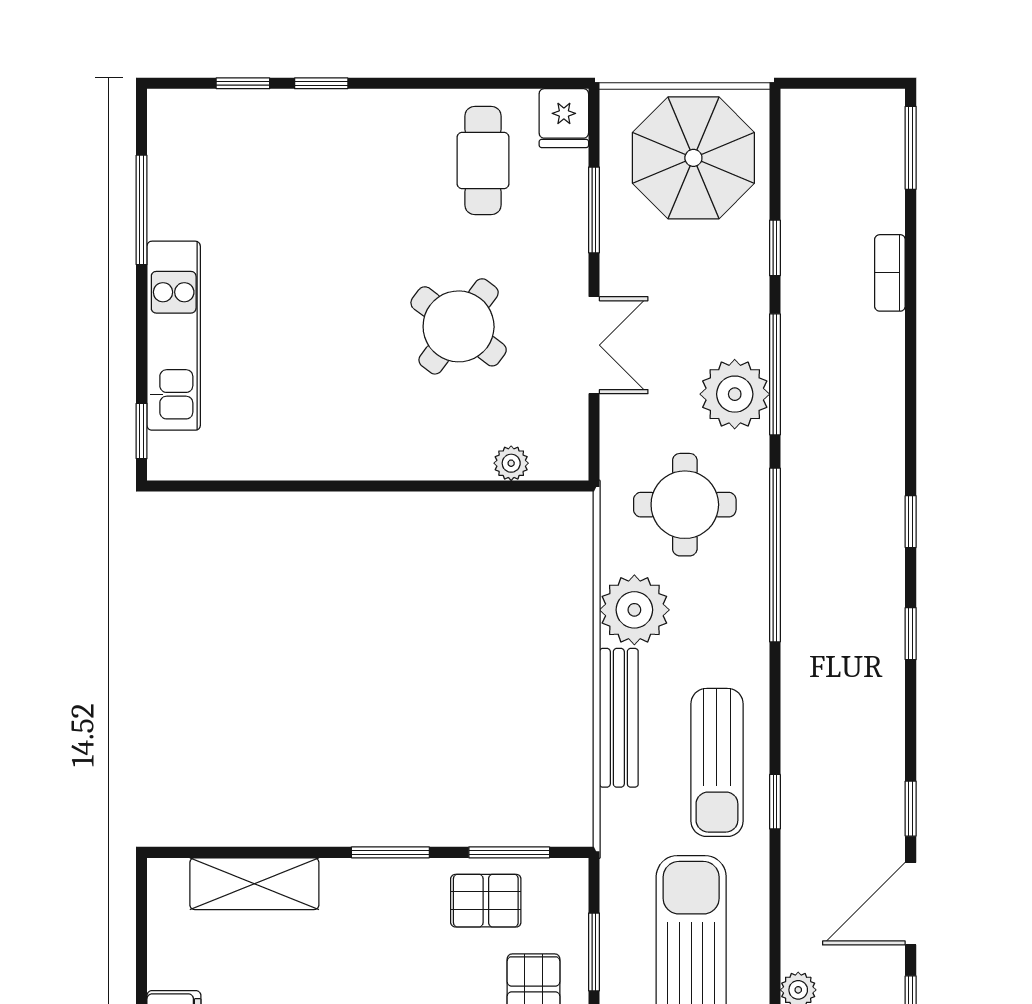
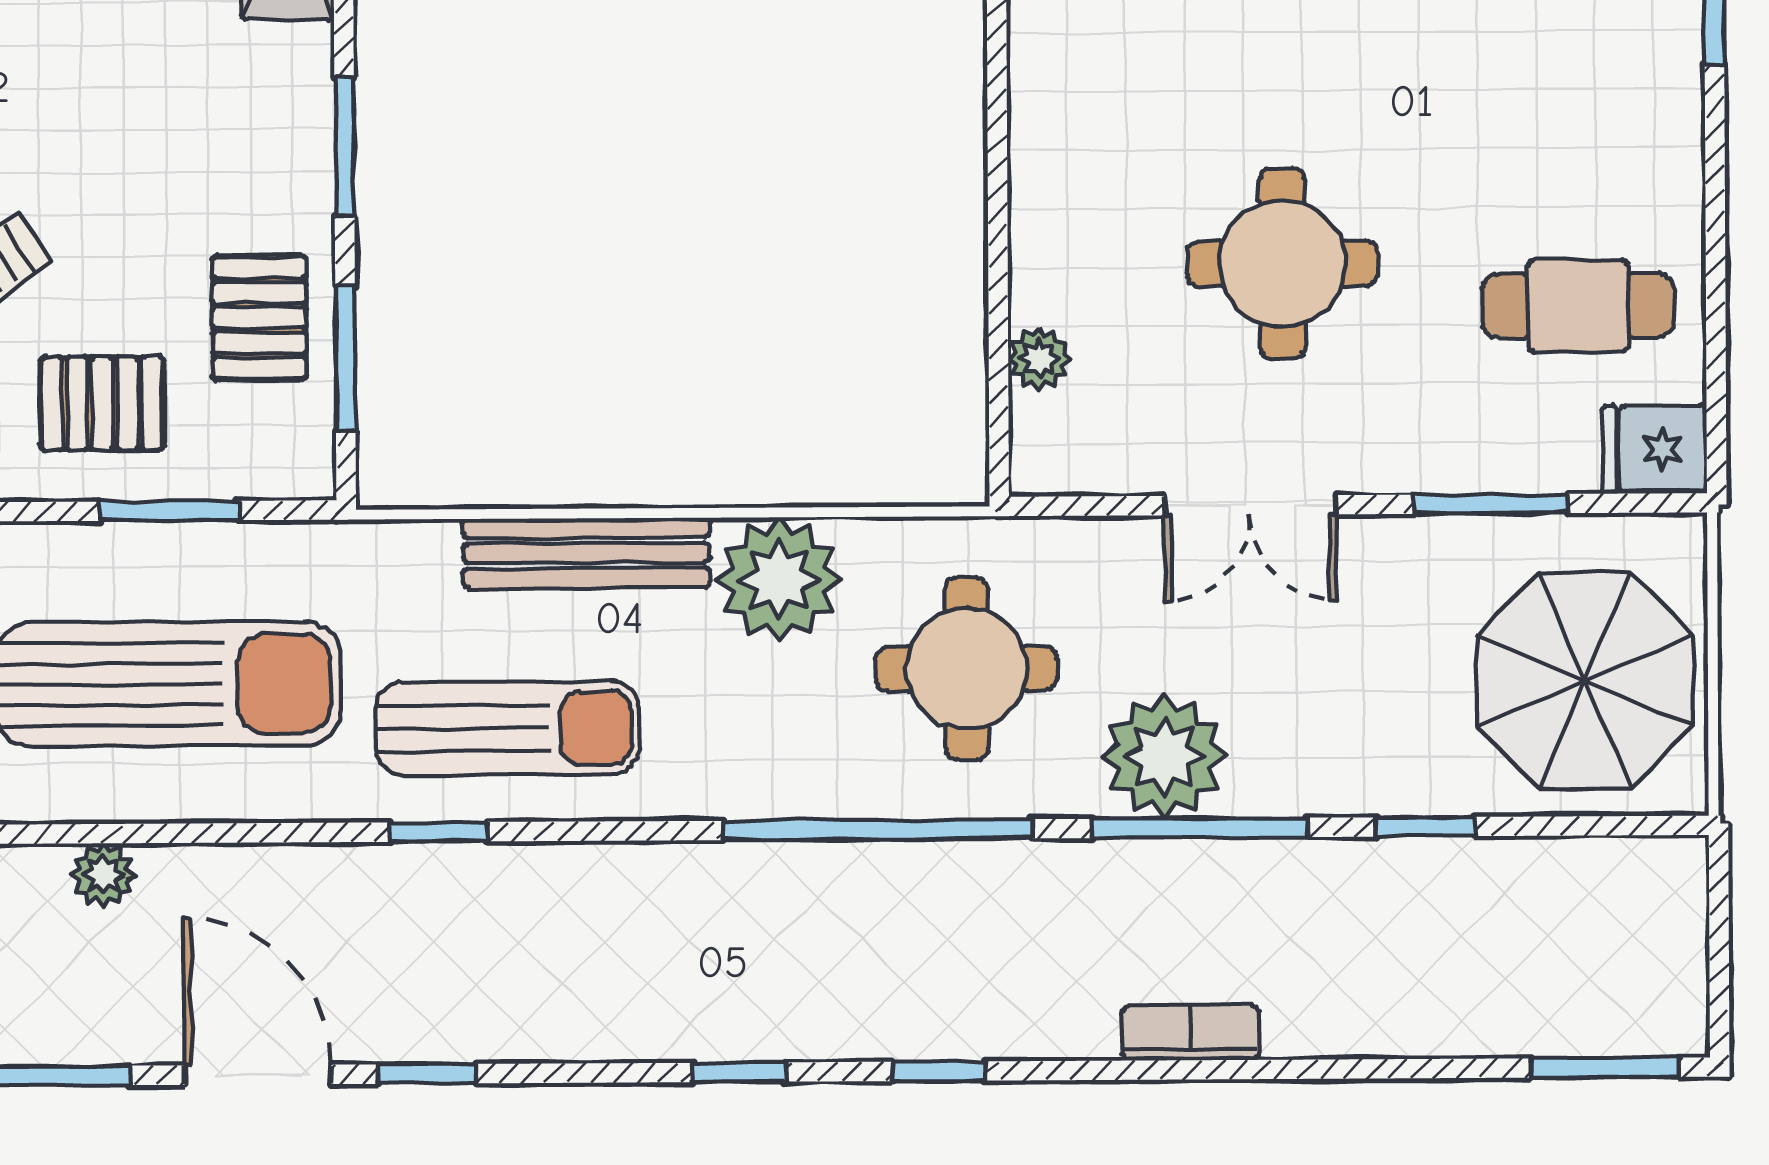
bookcase: (890, 273) -> (1190, 1033), moved
round table: (459, 326) -> (1282, 264), turned -37
sun lounger: (717, 762) -> (508, 728), turned 180

